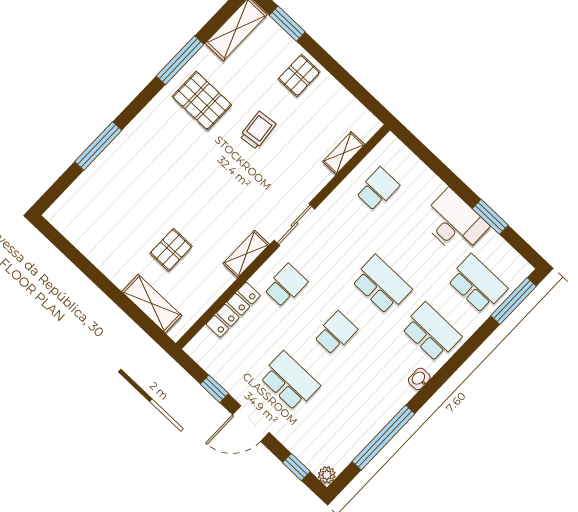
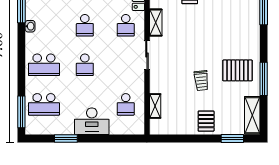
desk: (454, 223) -> (92, 121), moved
school desk: (382, 285) -> (85, 65), width x0.54
washbasin: (419, 379) -> (30, 26), moved

